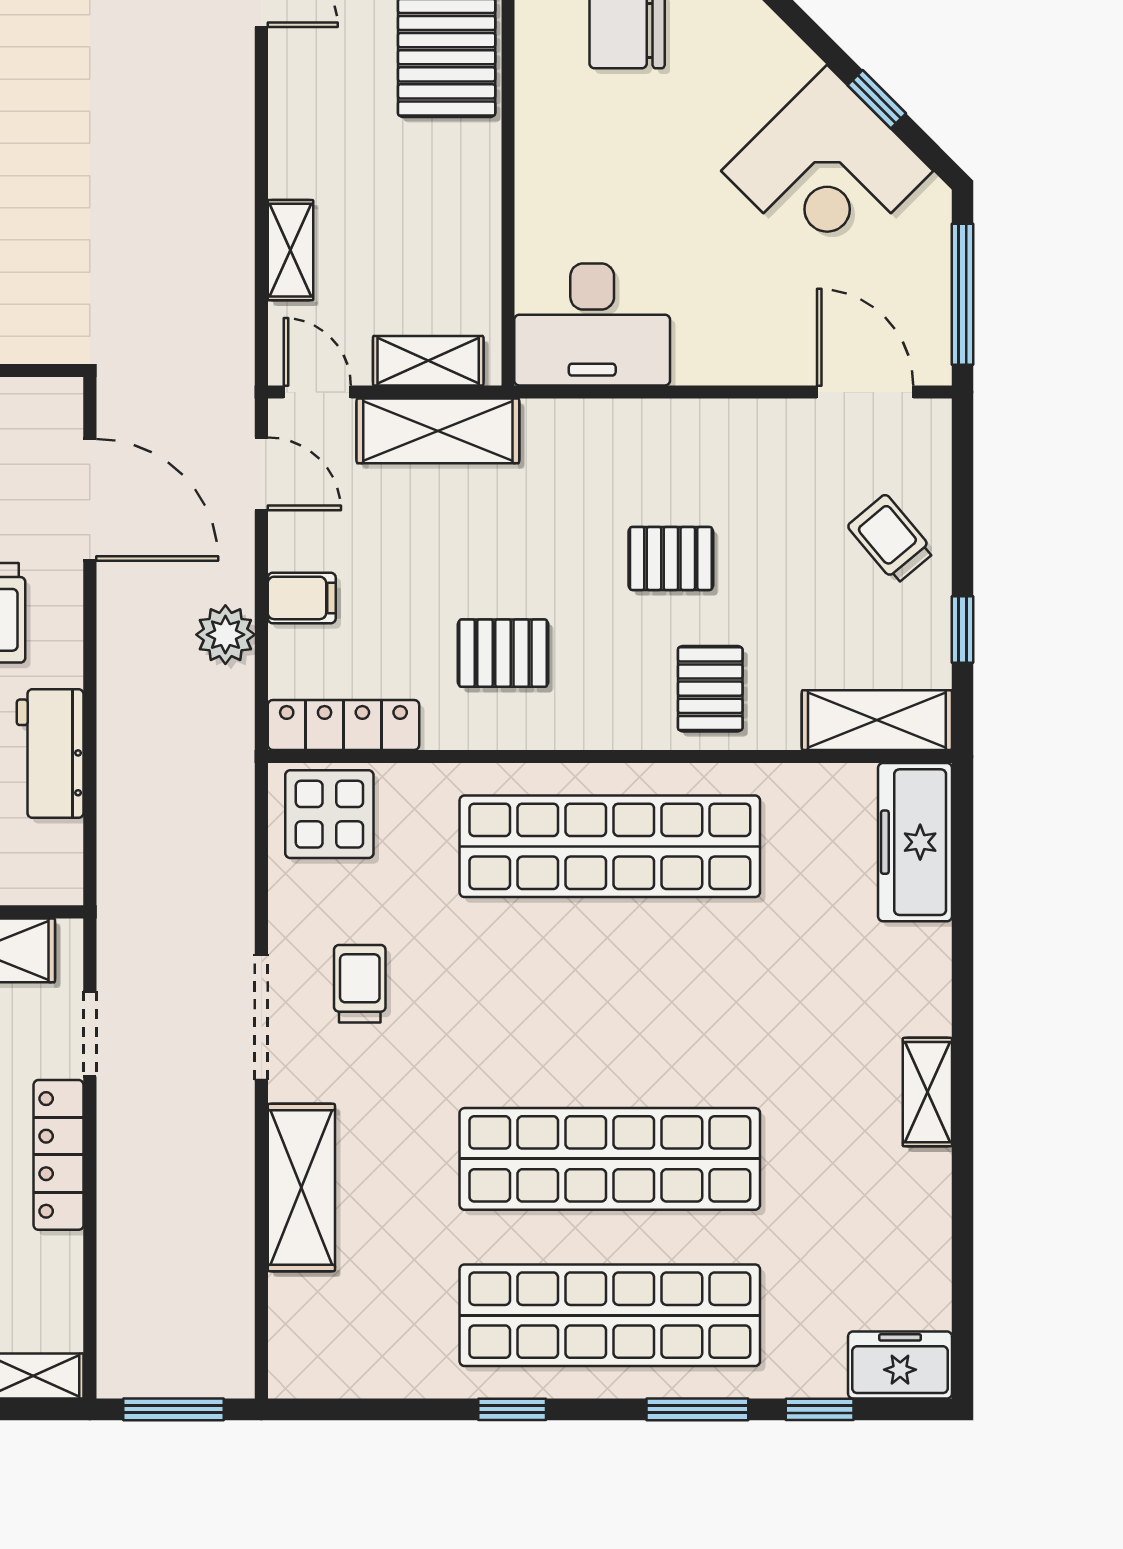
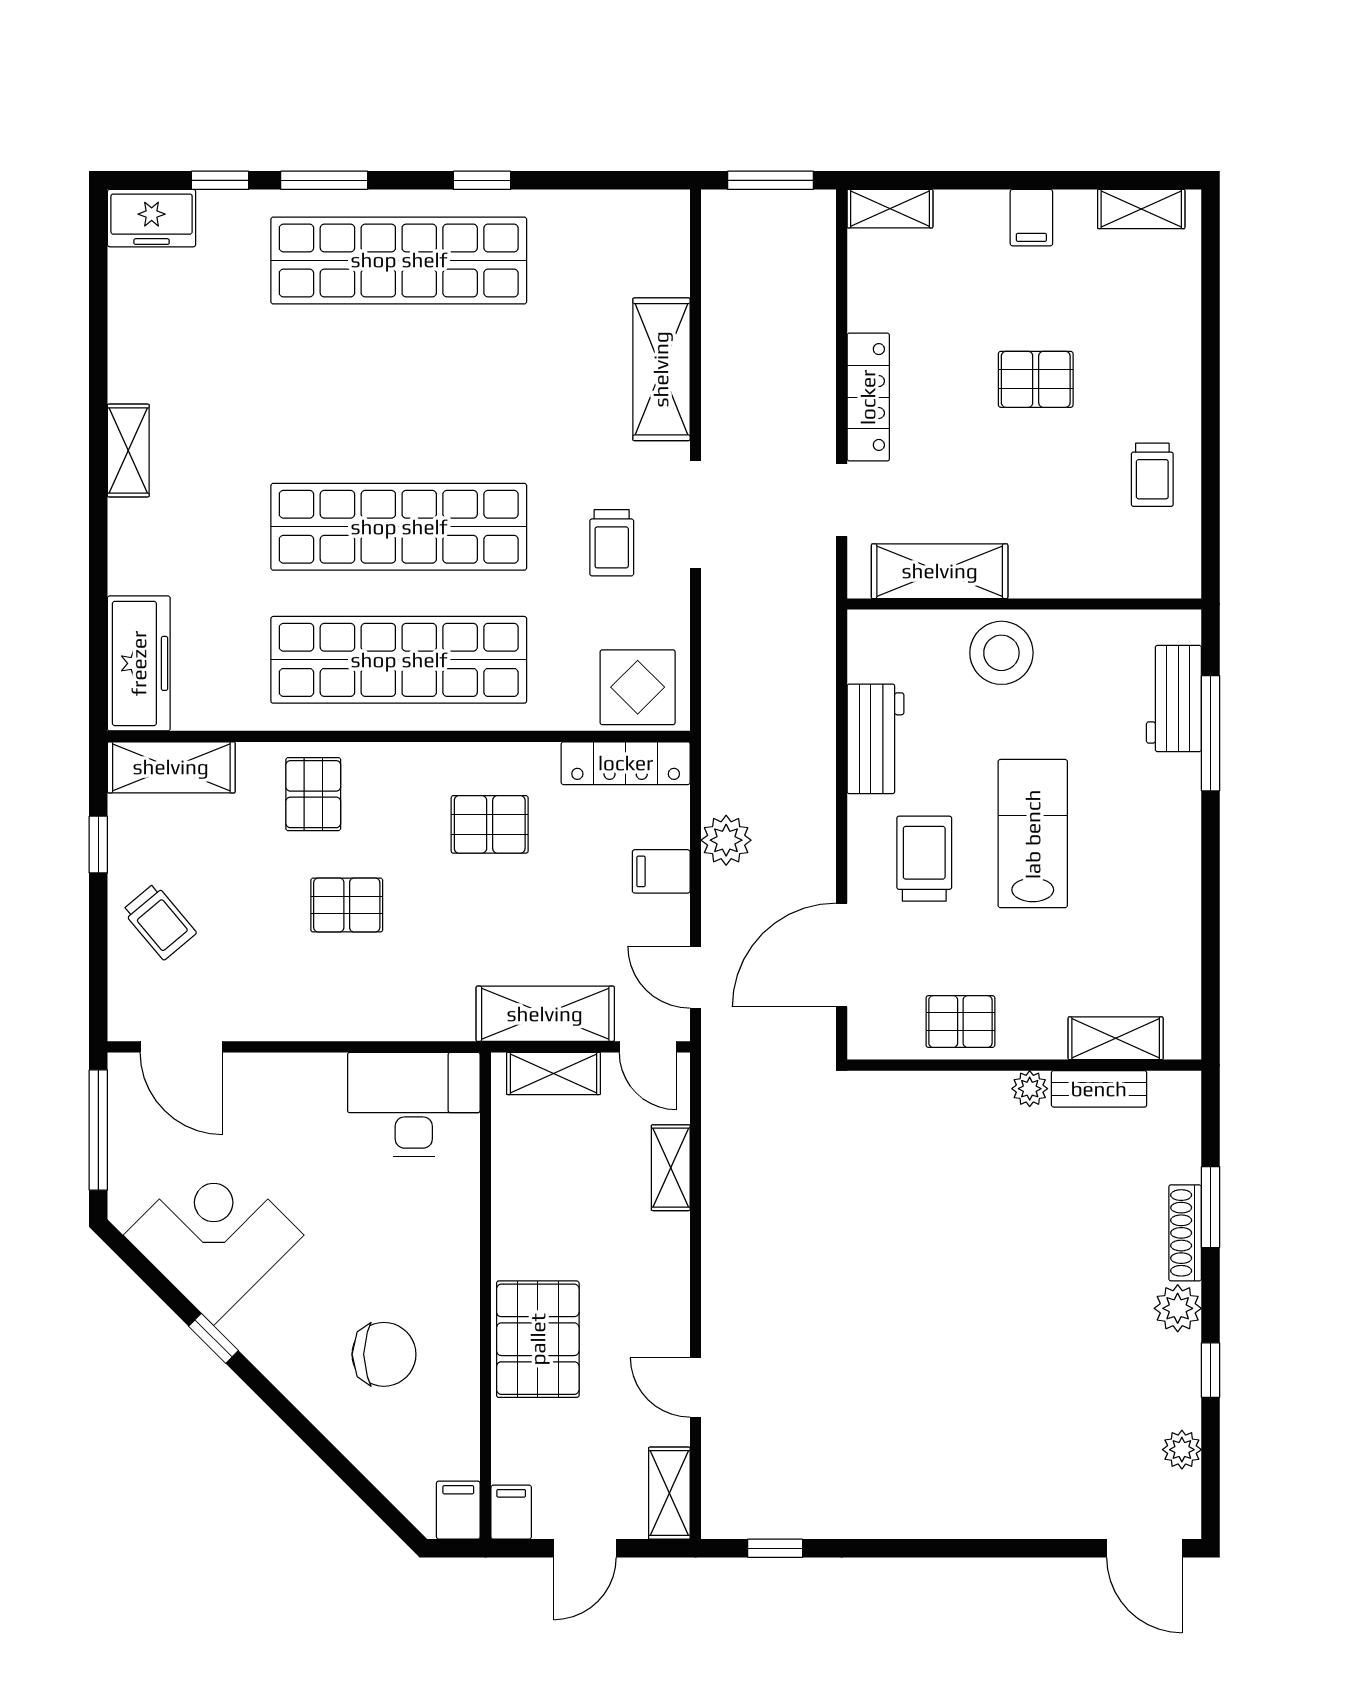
window: (877, 99) -> (213, 1338), moved
door: (90, 500) -> (842, 955), hinge flipped
shop shelf: (610, 1159) -> (399, 527), moved

